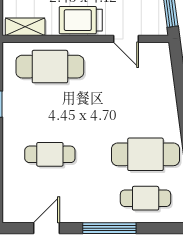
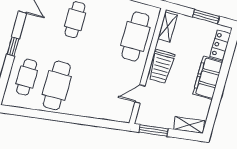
trolley: (81, 20) -> (162, 67), turned 180
window: (109, 228) -> (13, 46), width x0.46

